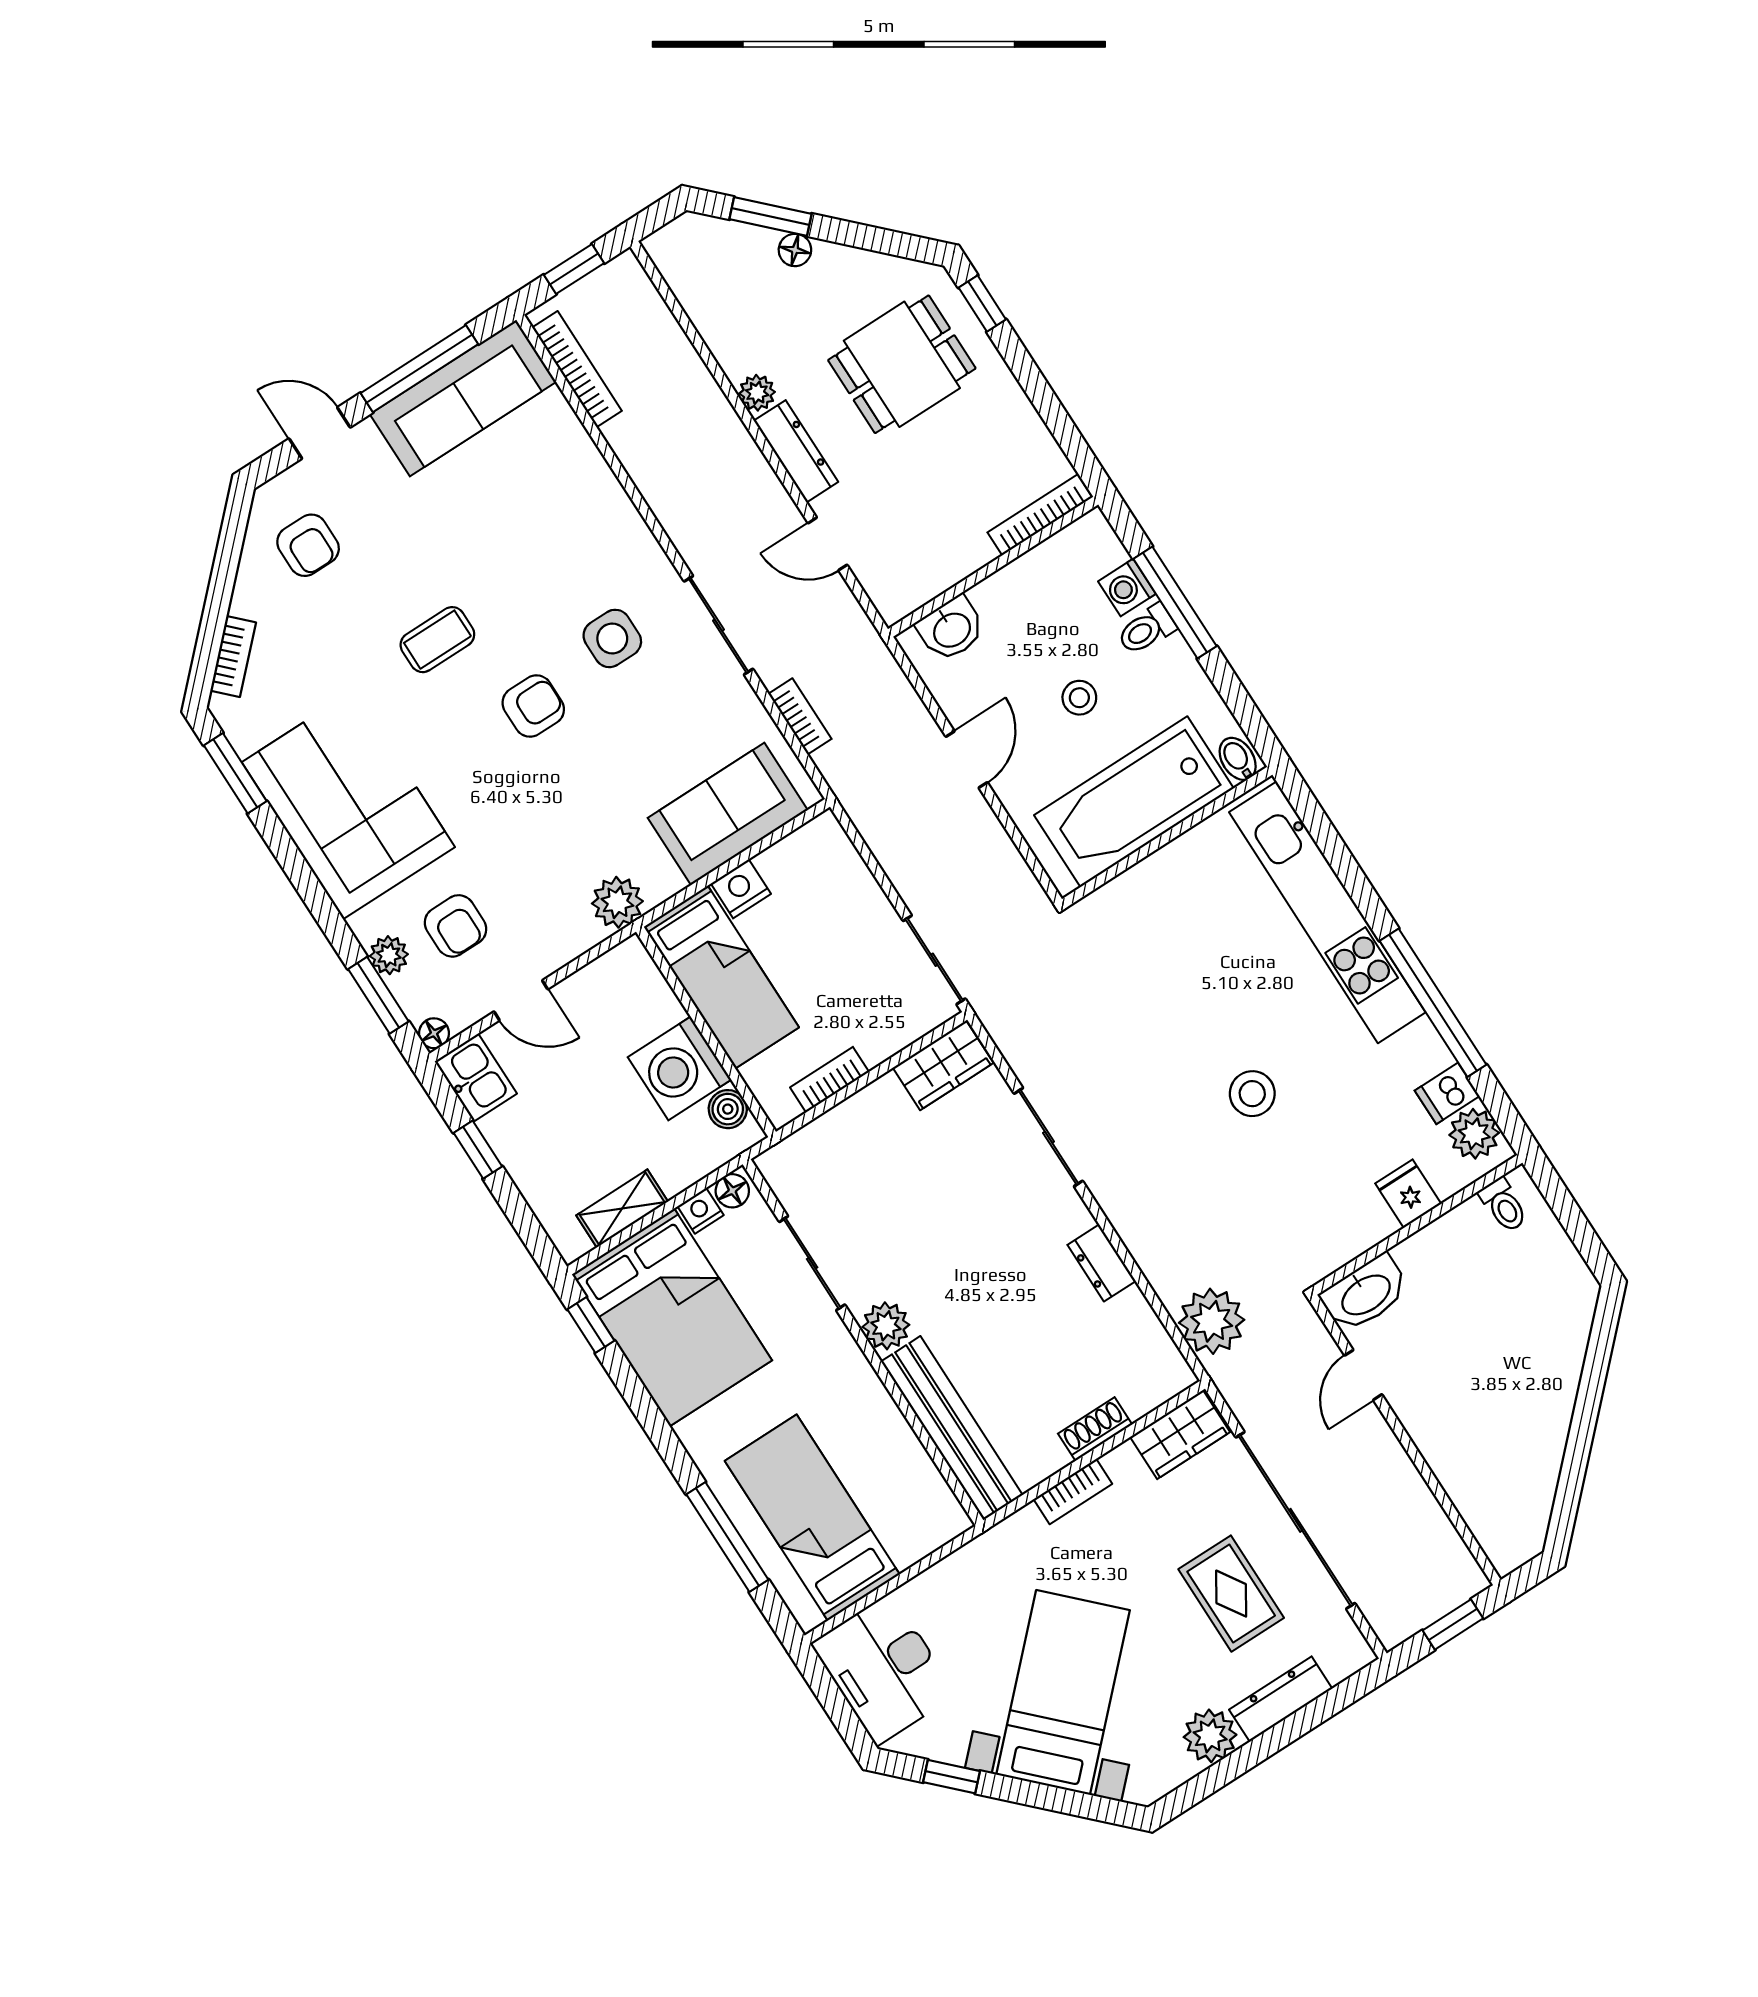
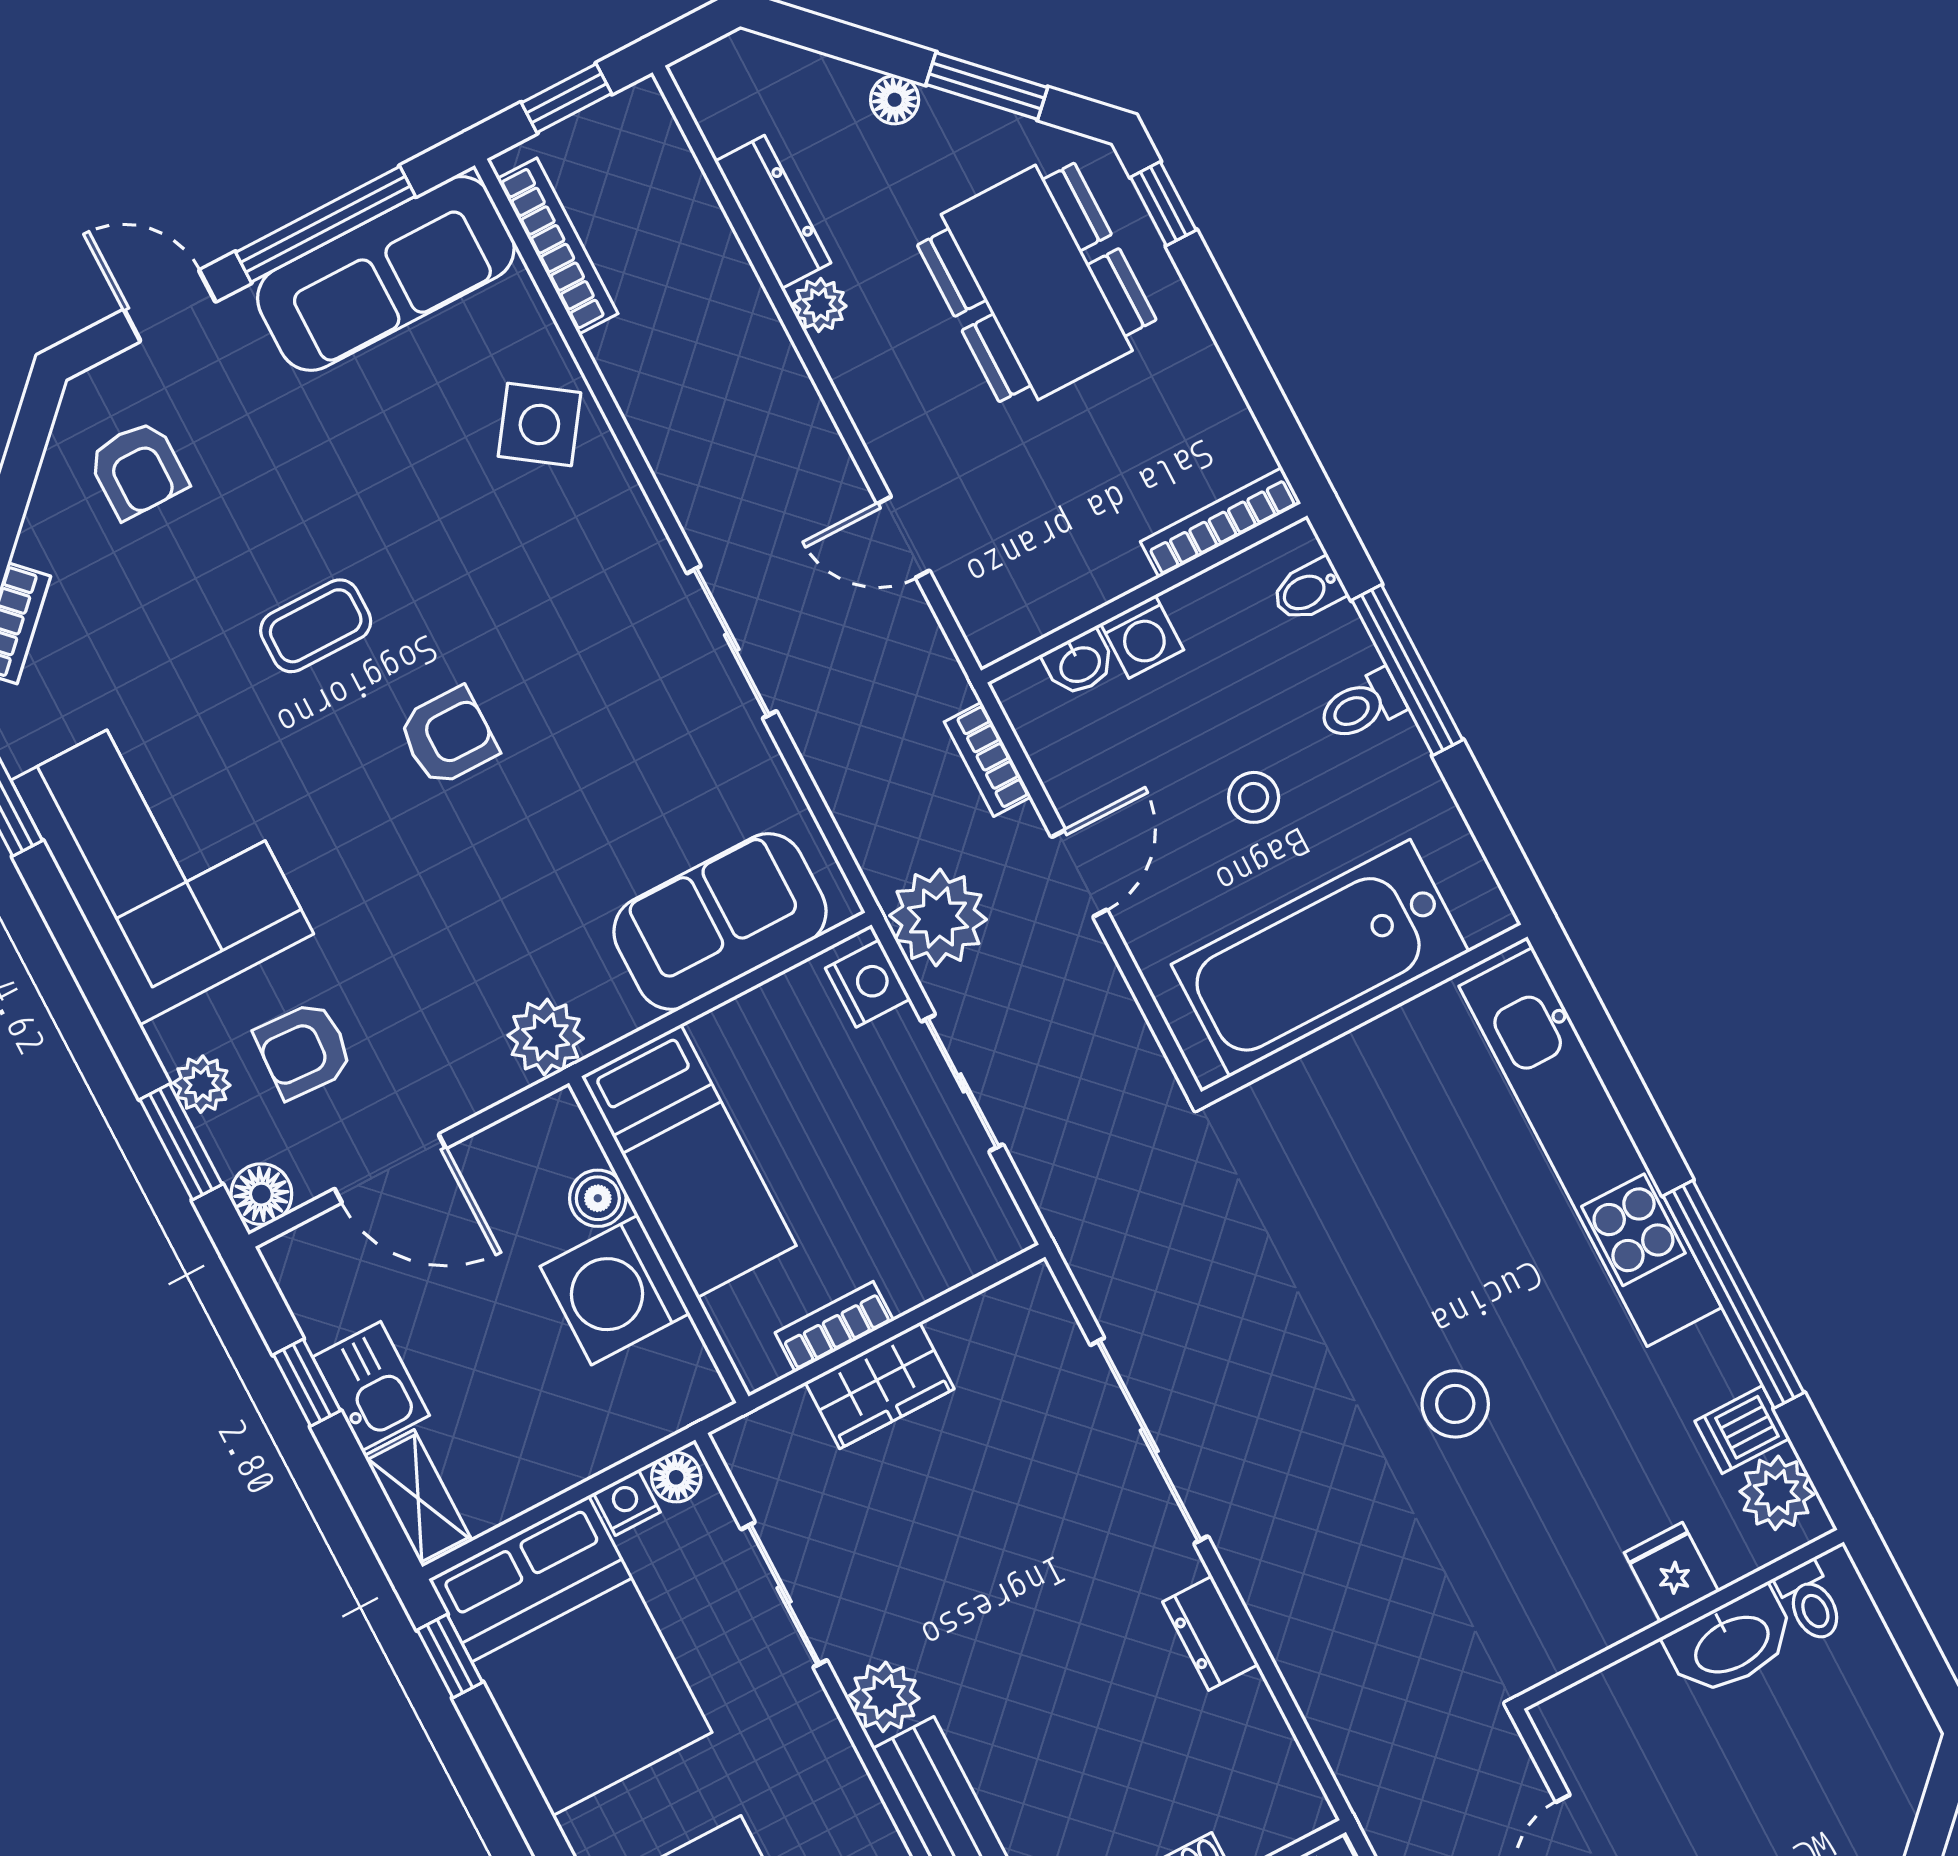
window: (770, 217) -> (987, 86), moved
dining table: (902, 364) -> (1037, 282), width x1.38
dresser: (796, 451) -> (773, 212), moved
washing machine: (1127, 588) -> (1142, 637), moved, turned -90
washbasin: (951, 629) -> (1079, 663), width x0.72, depth x0.69
side table: (612, 638) -> (539, 424), moved, turned 35
bookcase: (800, 716) -> (988, 759), moved, turned 180
bidet: (1238, 759) -> (1308, 590), moved, turned -90
nightstand: (741, 889) -> (868, 984), moved, turned 90
armchair: (456, 926) -> (304, 1050), turned 93
sliding door: (934, 960) -> (962, 1083), moved
door: (521, 1000) -> (390, 1168), width x1.38
floor lamp: (434, 1033) -> (261, 1194), width x1.37, depth x1.37
wardrobe: (943, 1065) -> (880, 1386), moved
kitchen sink: (476, 1078) -> (371, 1386), moved
boiler: (728, 1109) -> (598, 1198), moved
sliding door: (1048, 1137) -> (1149, 1441), width x1.37
shelving: (622, 1208) -> (418, 1498), moved, turned 90
washbasin: (1365, 1294) -> (1731, 1643), moved
plant: (1212, 1321) -> (938, 918), moved

